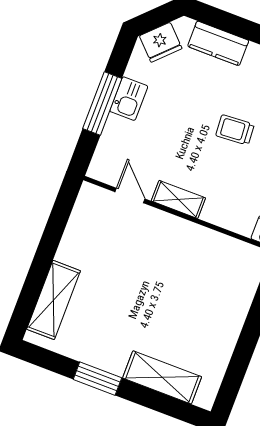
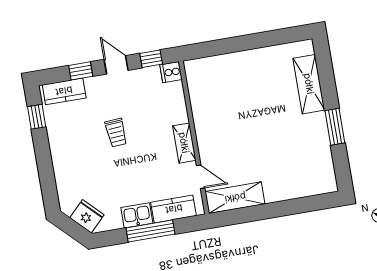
kitchen counter: (218, 43) -> (174, 209), moved, turned -90
door: (130, 195) -> (201, 177), swing flipped
shelving: (54, 300) -> (235, 198), moved

